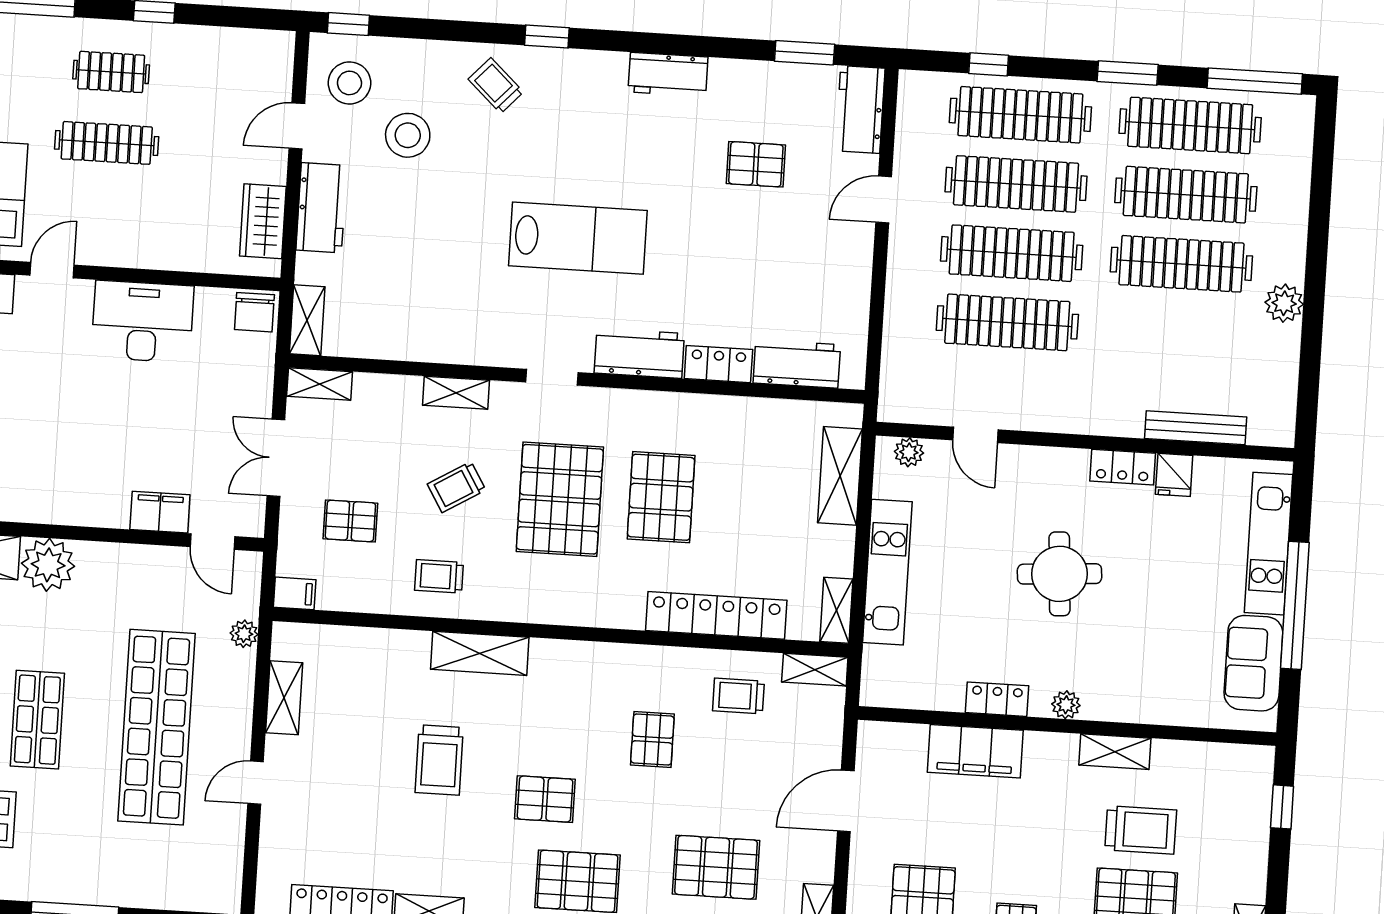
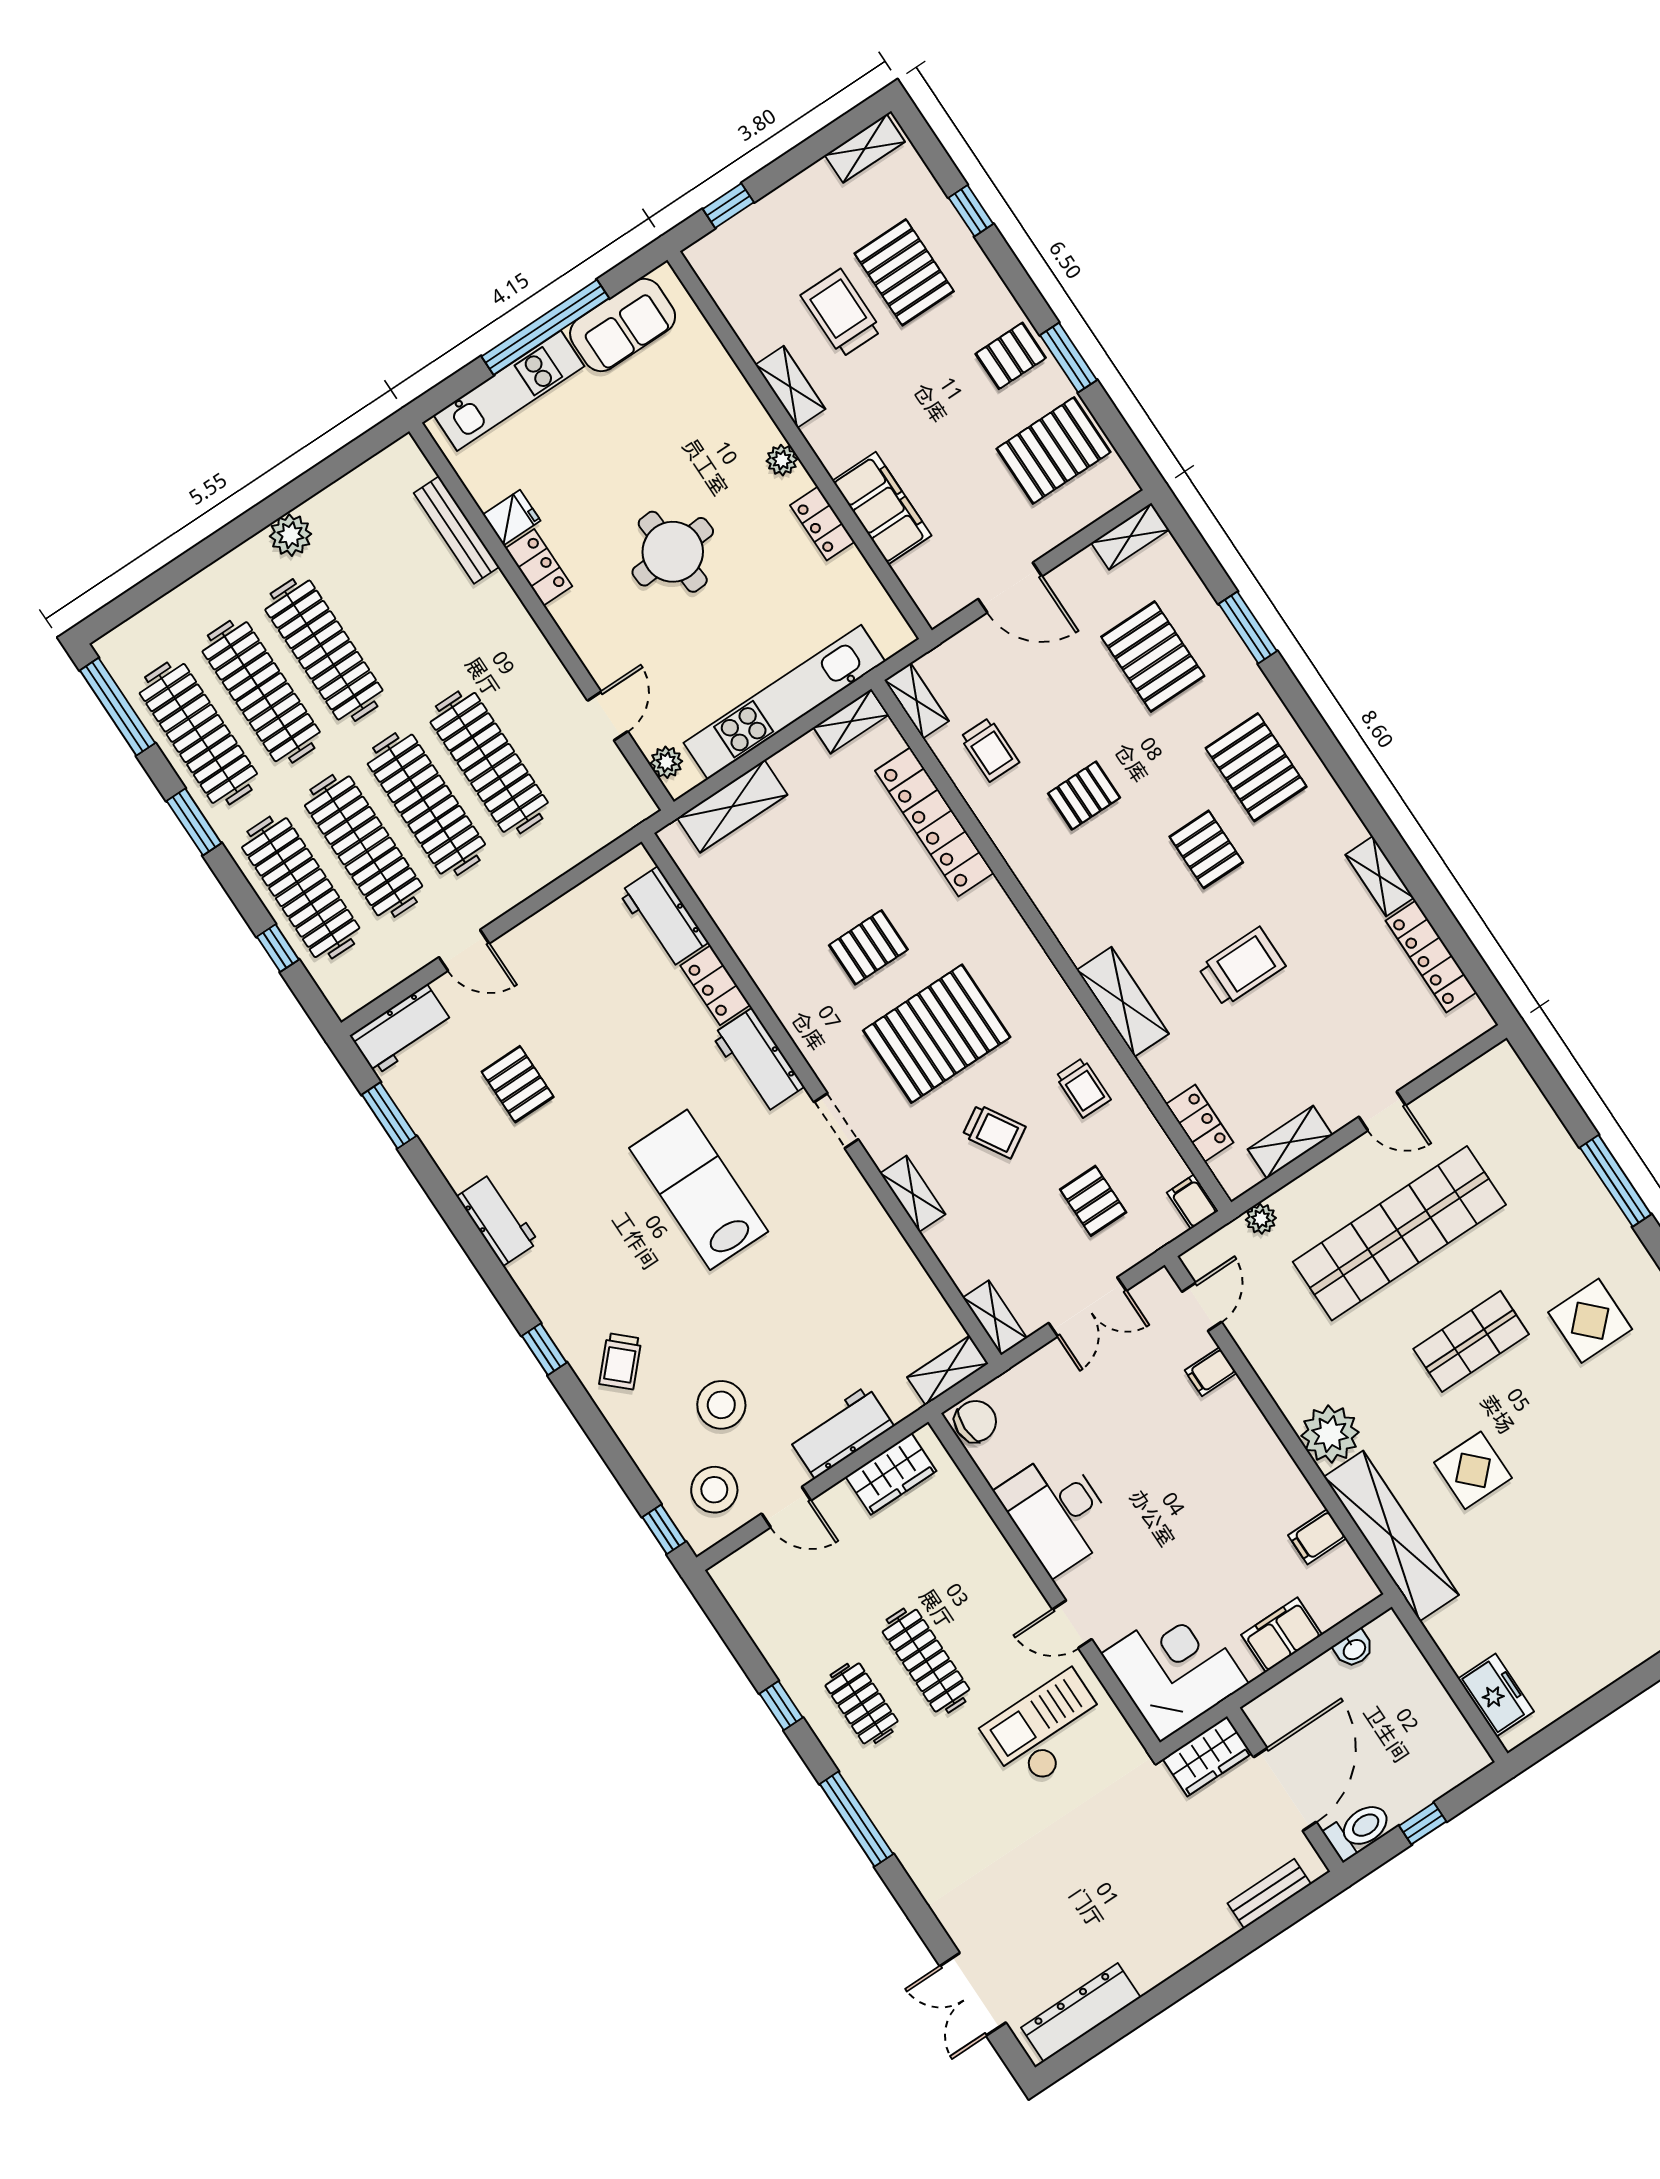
pallet: (661, 497) -> (868, 947), width x0.67, depth x0.71
filing cabinet: (160, 512) -> (1211, 1372), width x0.50
kitchen unit: (887, 572) -> (784, 702), width x1.36
locker: (348, 642) -> (1200, 1123), added

